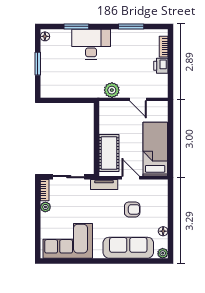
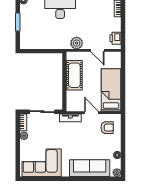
printer: (161, 66) -> (116, 38), moved
cot: (109, 153) -> (74, 75), moved
armchair: (132, 209) -> (107, 128), moved

